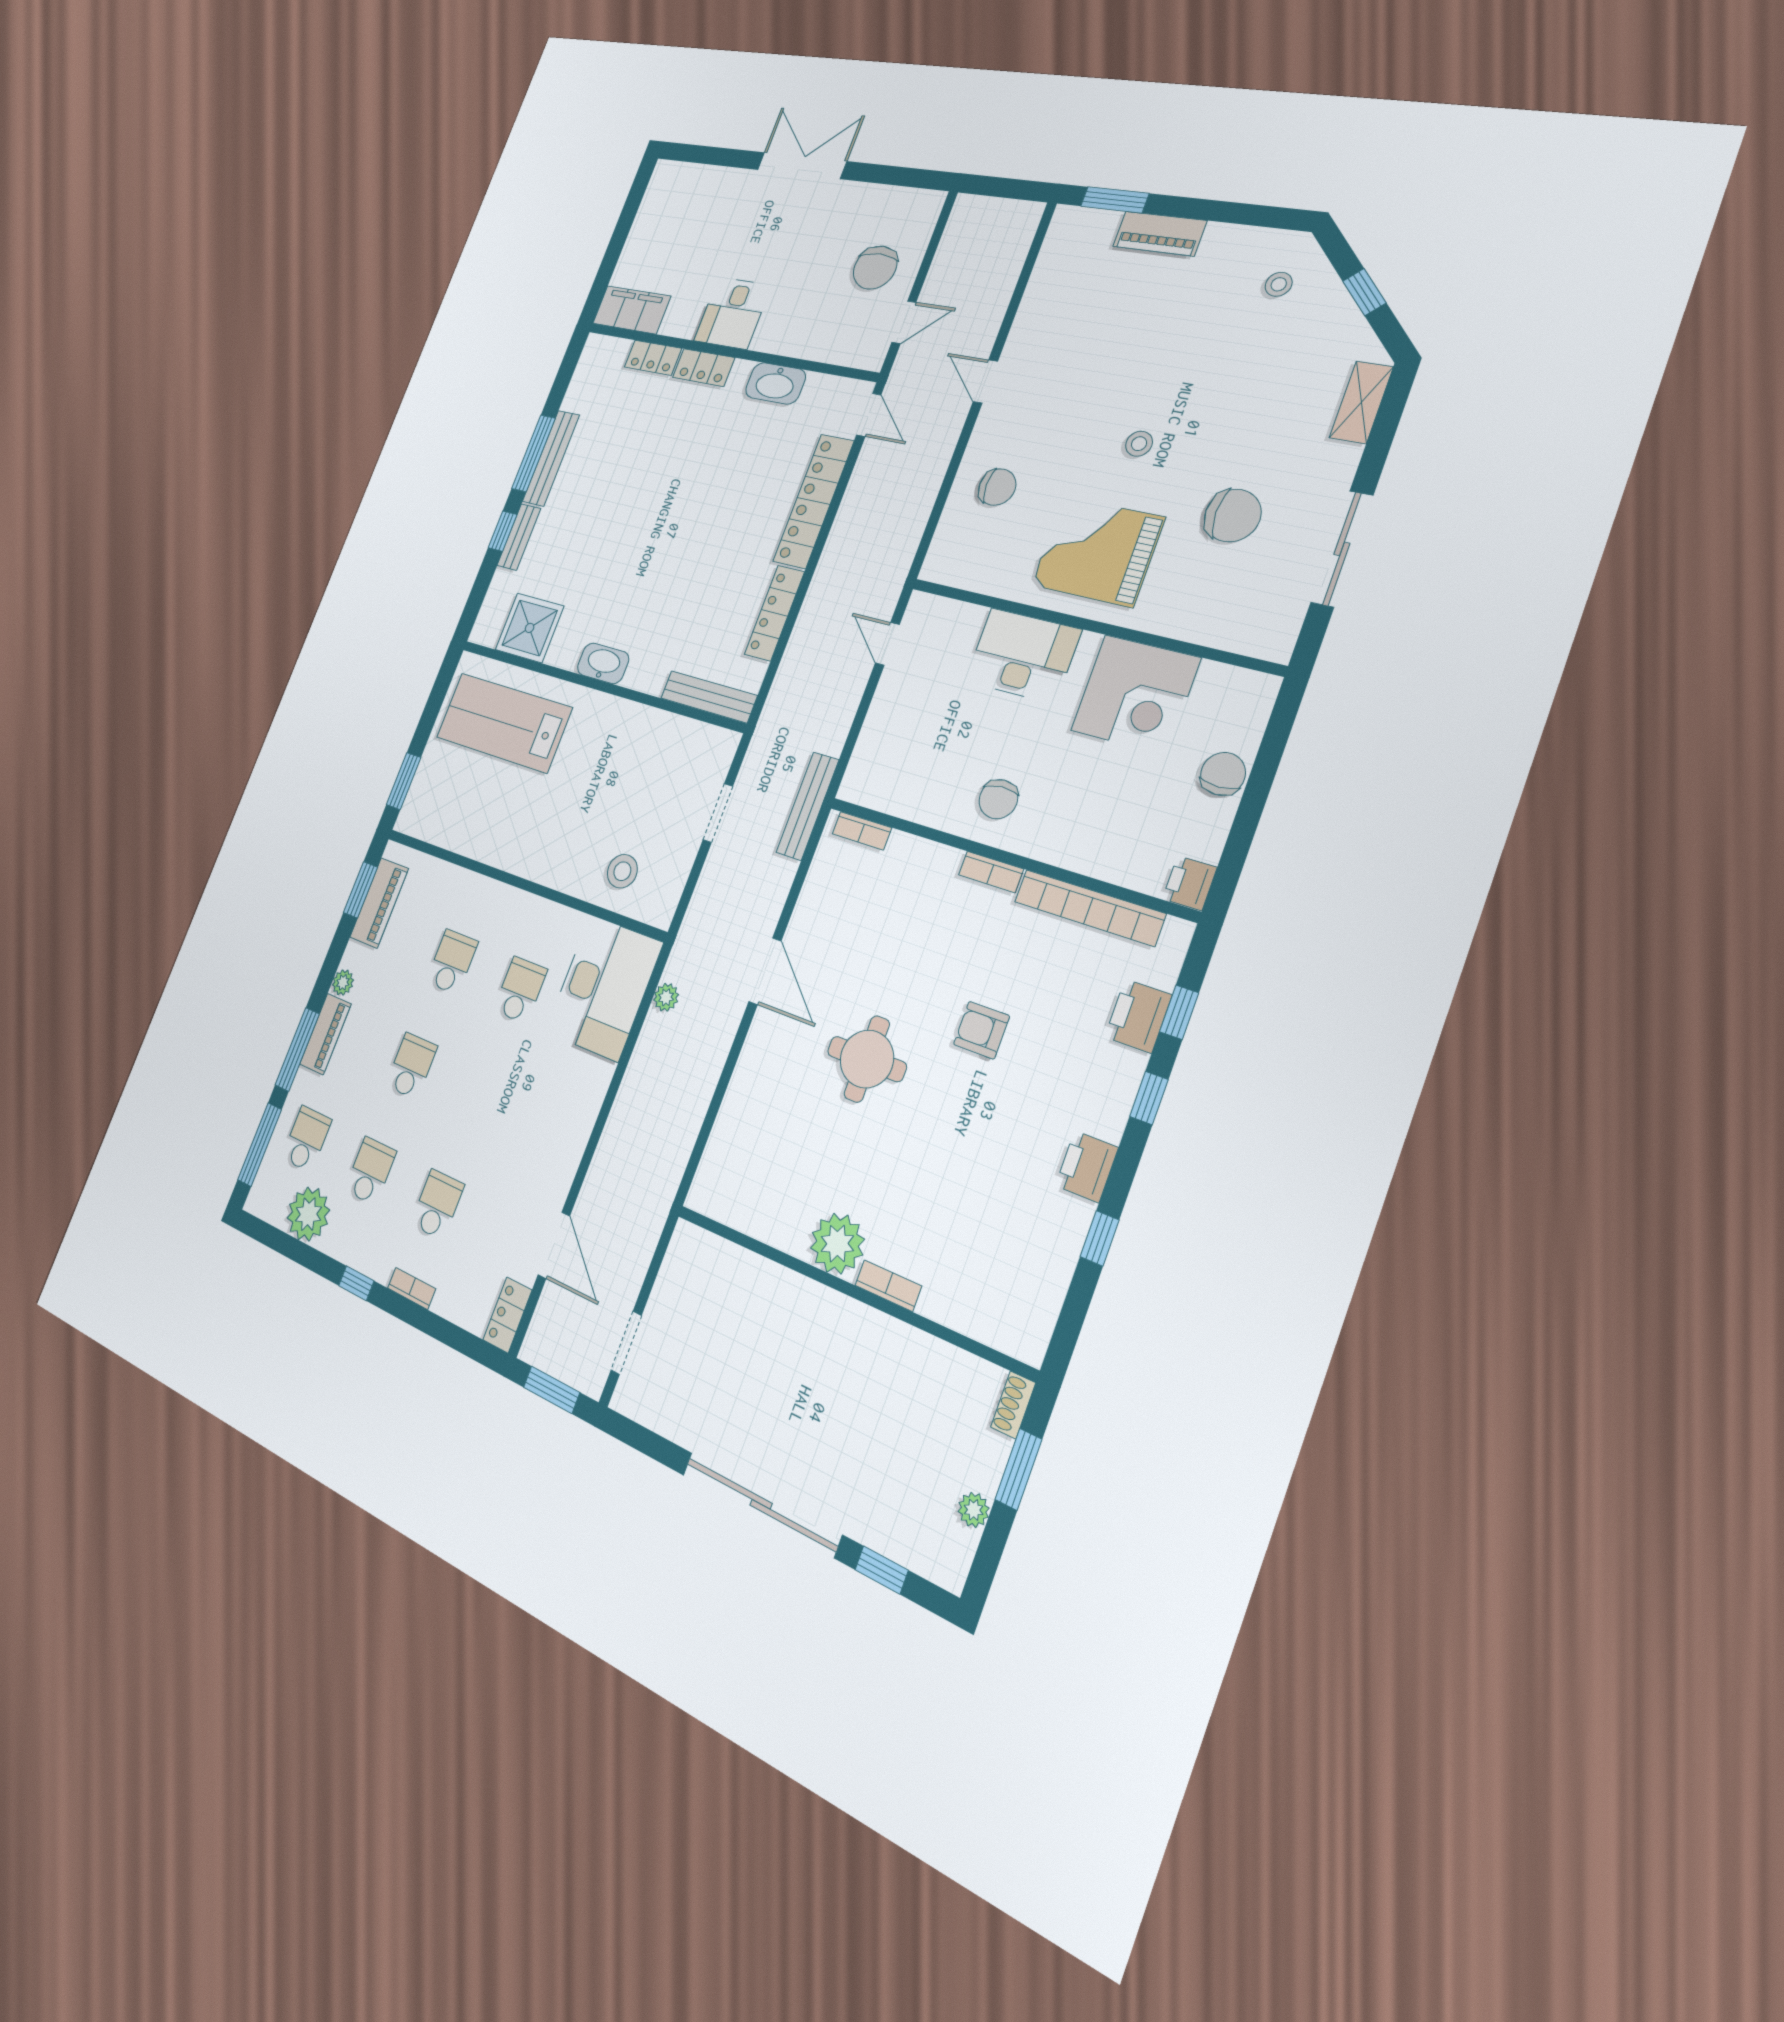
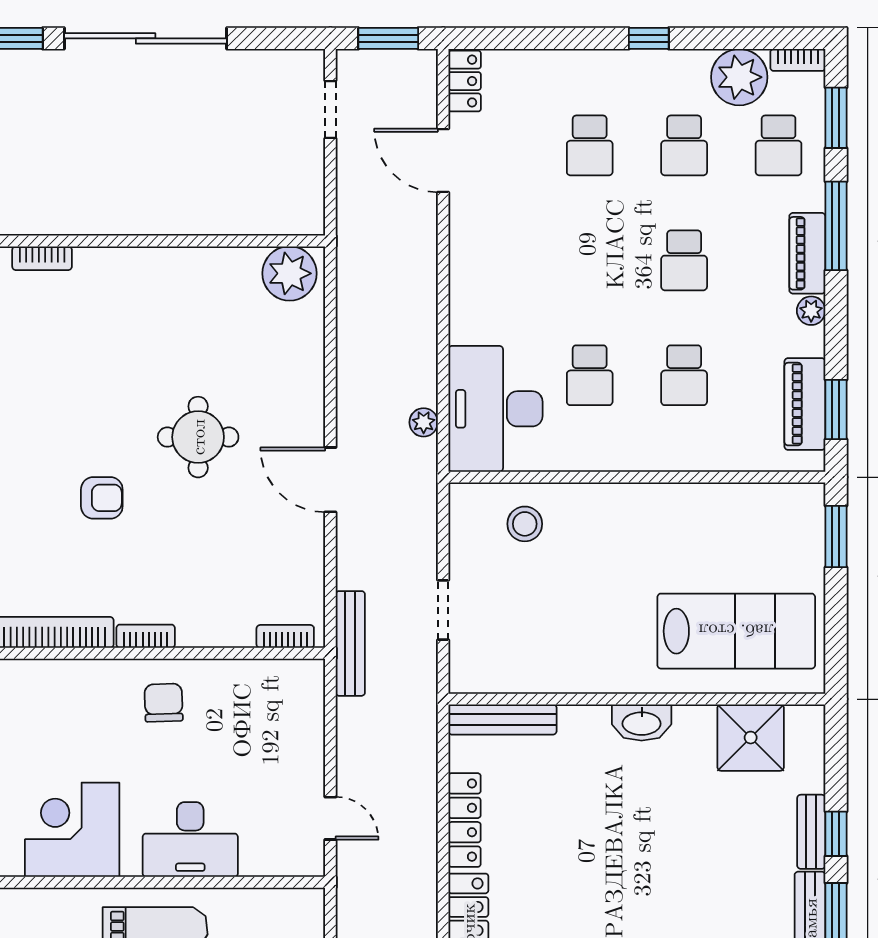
window: (260, 1145) -> (836, 118), width x0.69
plant: (837, 1244) -> (290, 273), moved
bookcase: (888, 1286) -> (42, 258), moved
bookcase: (412, 1288) -> (798, 60), moved

